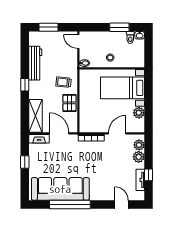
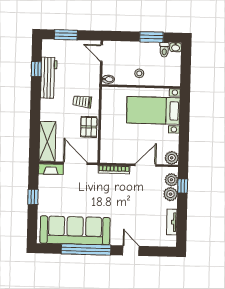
window: (25, 85) -> (36, 69), moved
plant: (139, 113) -> (172, 158), moved
window: (148, 175) -> (183, 186), moved
door: (122, 204) -> (131, 251), moved

